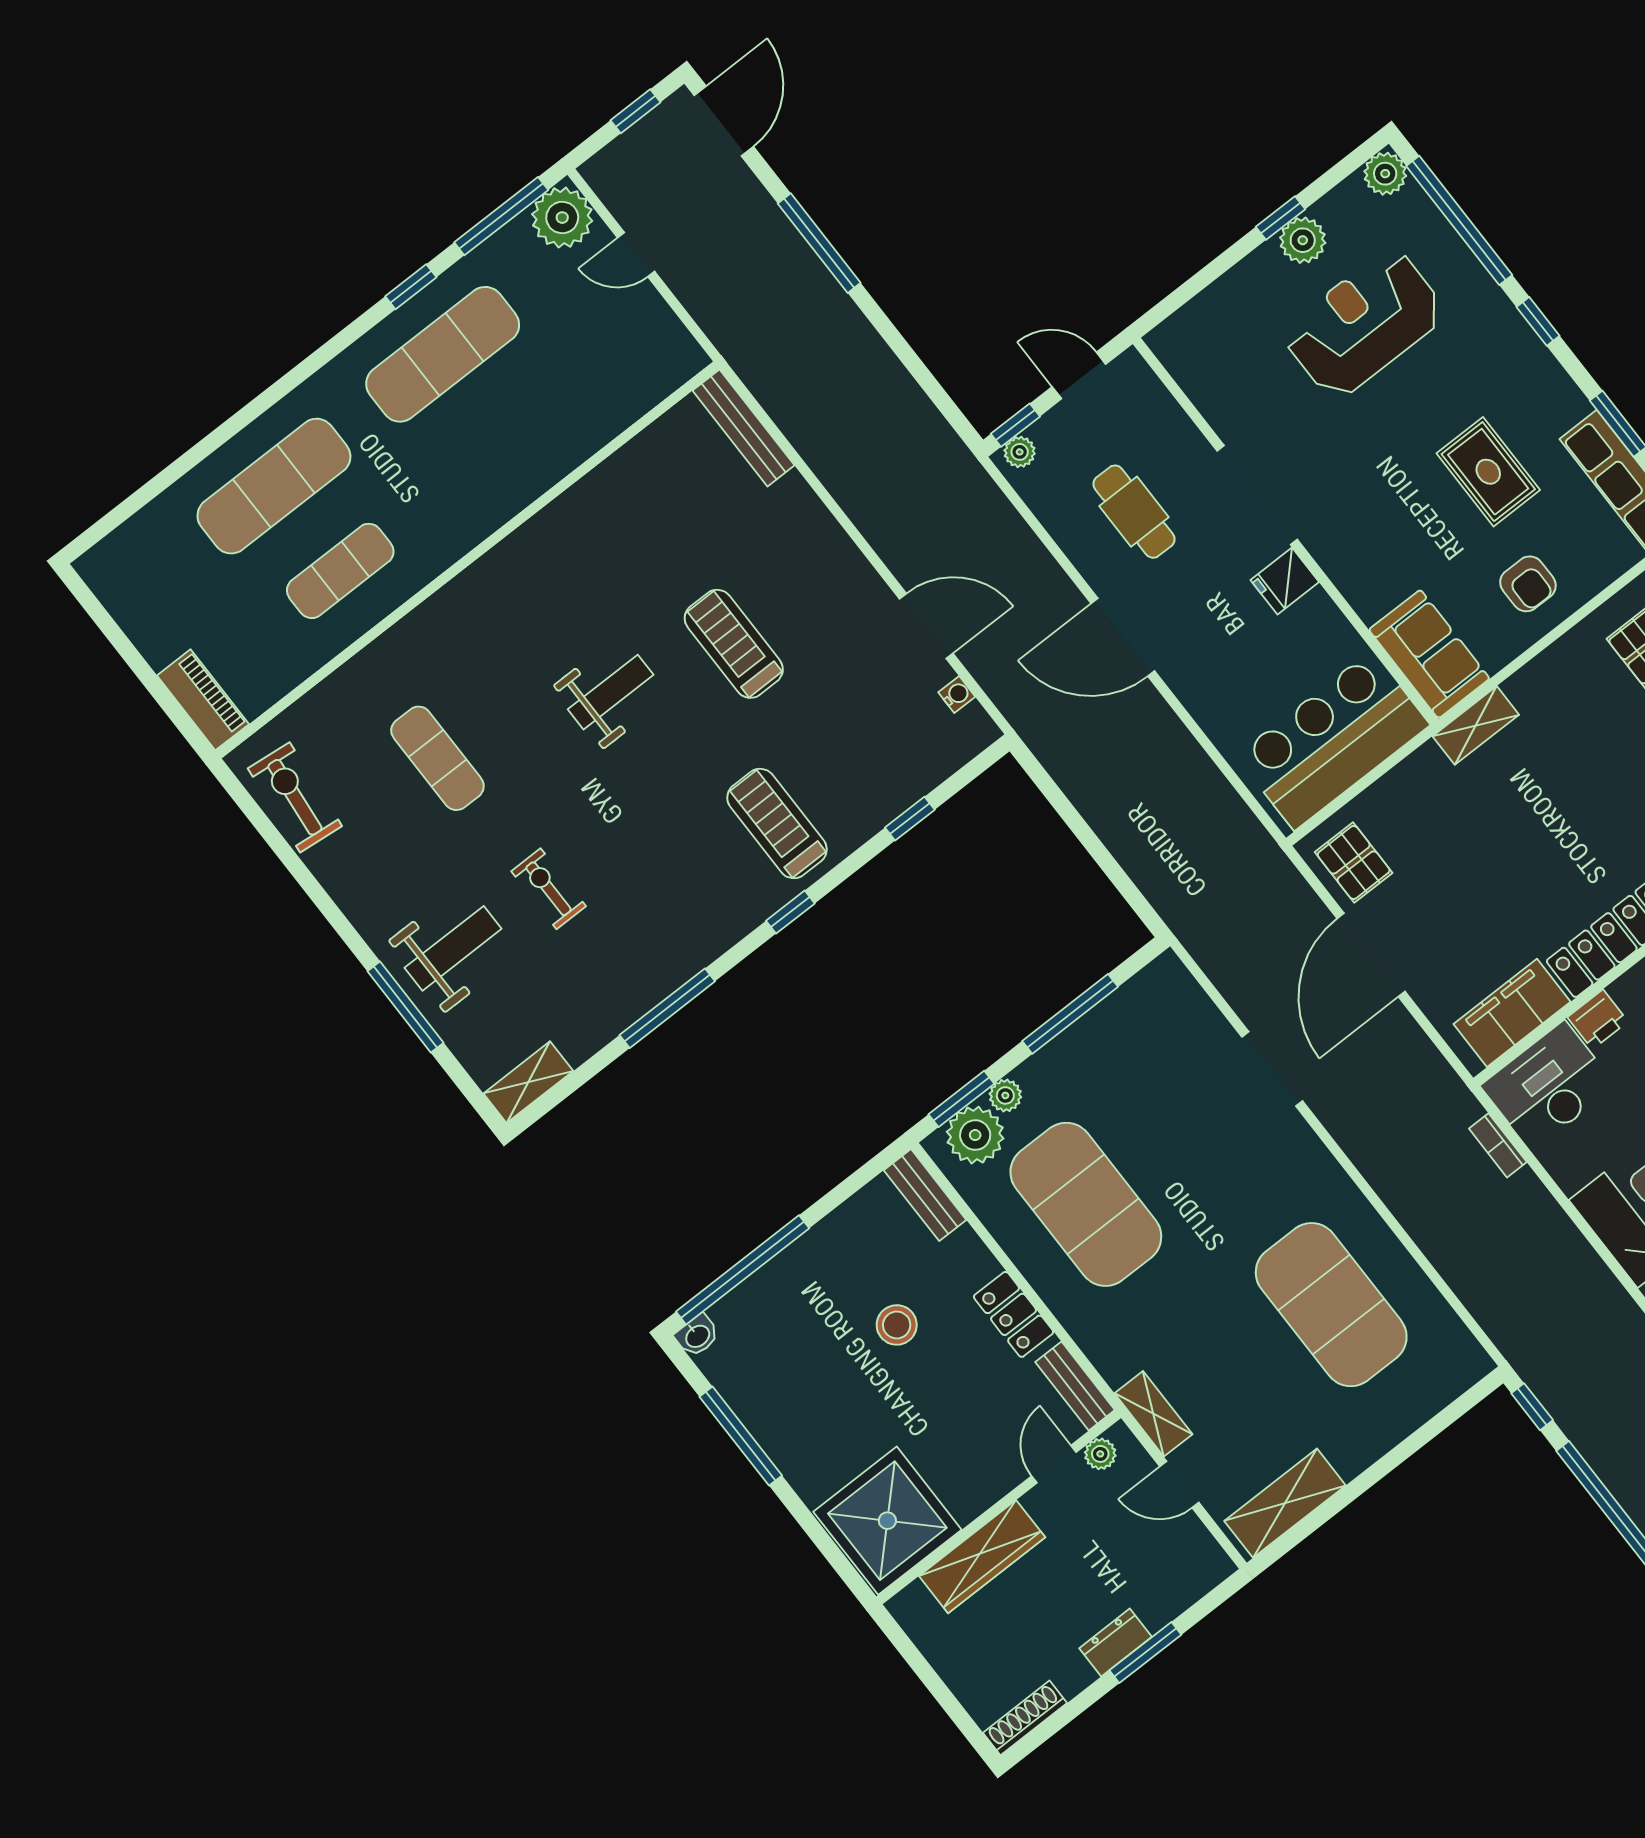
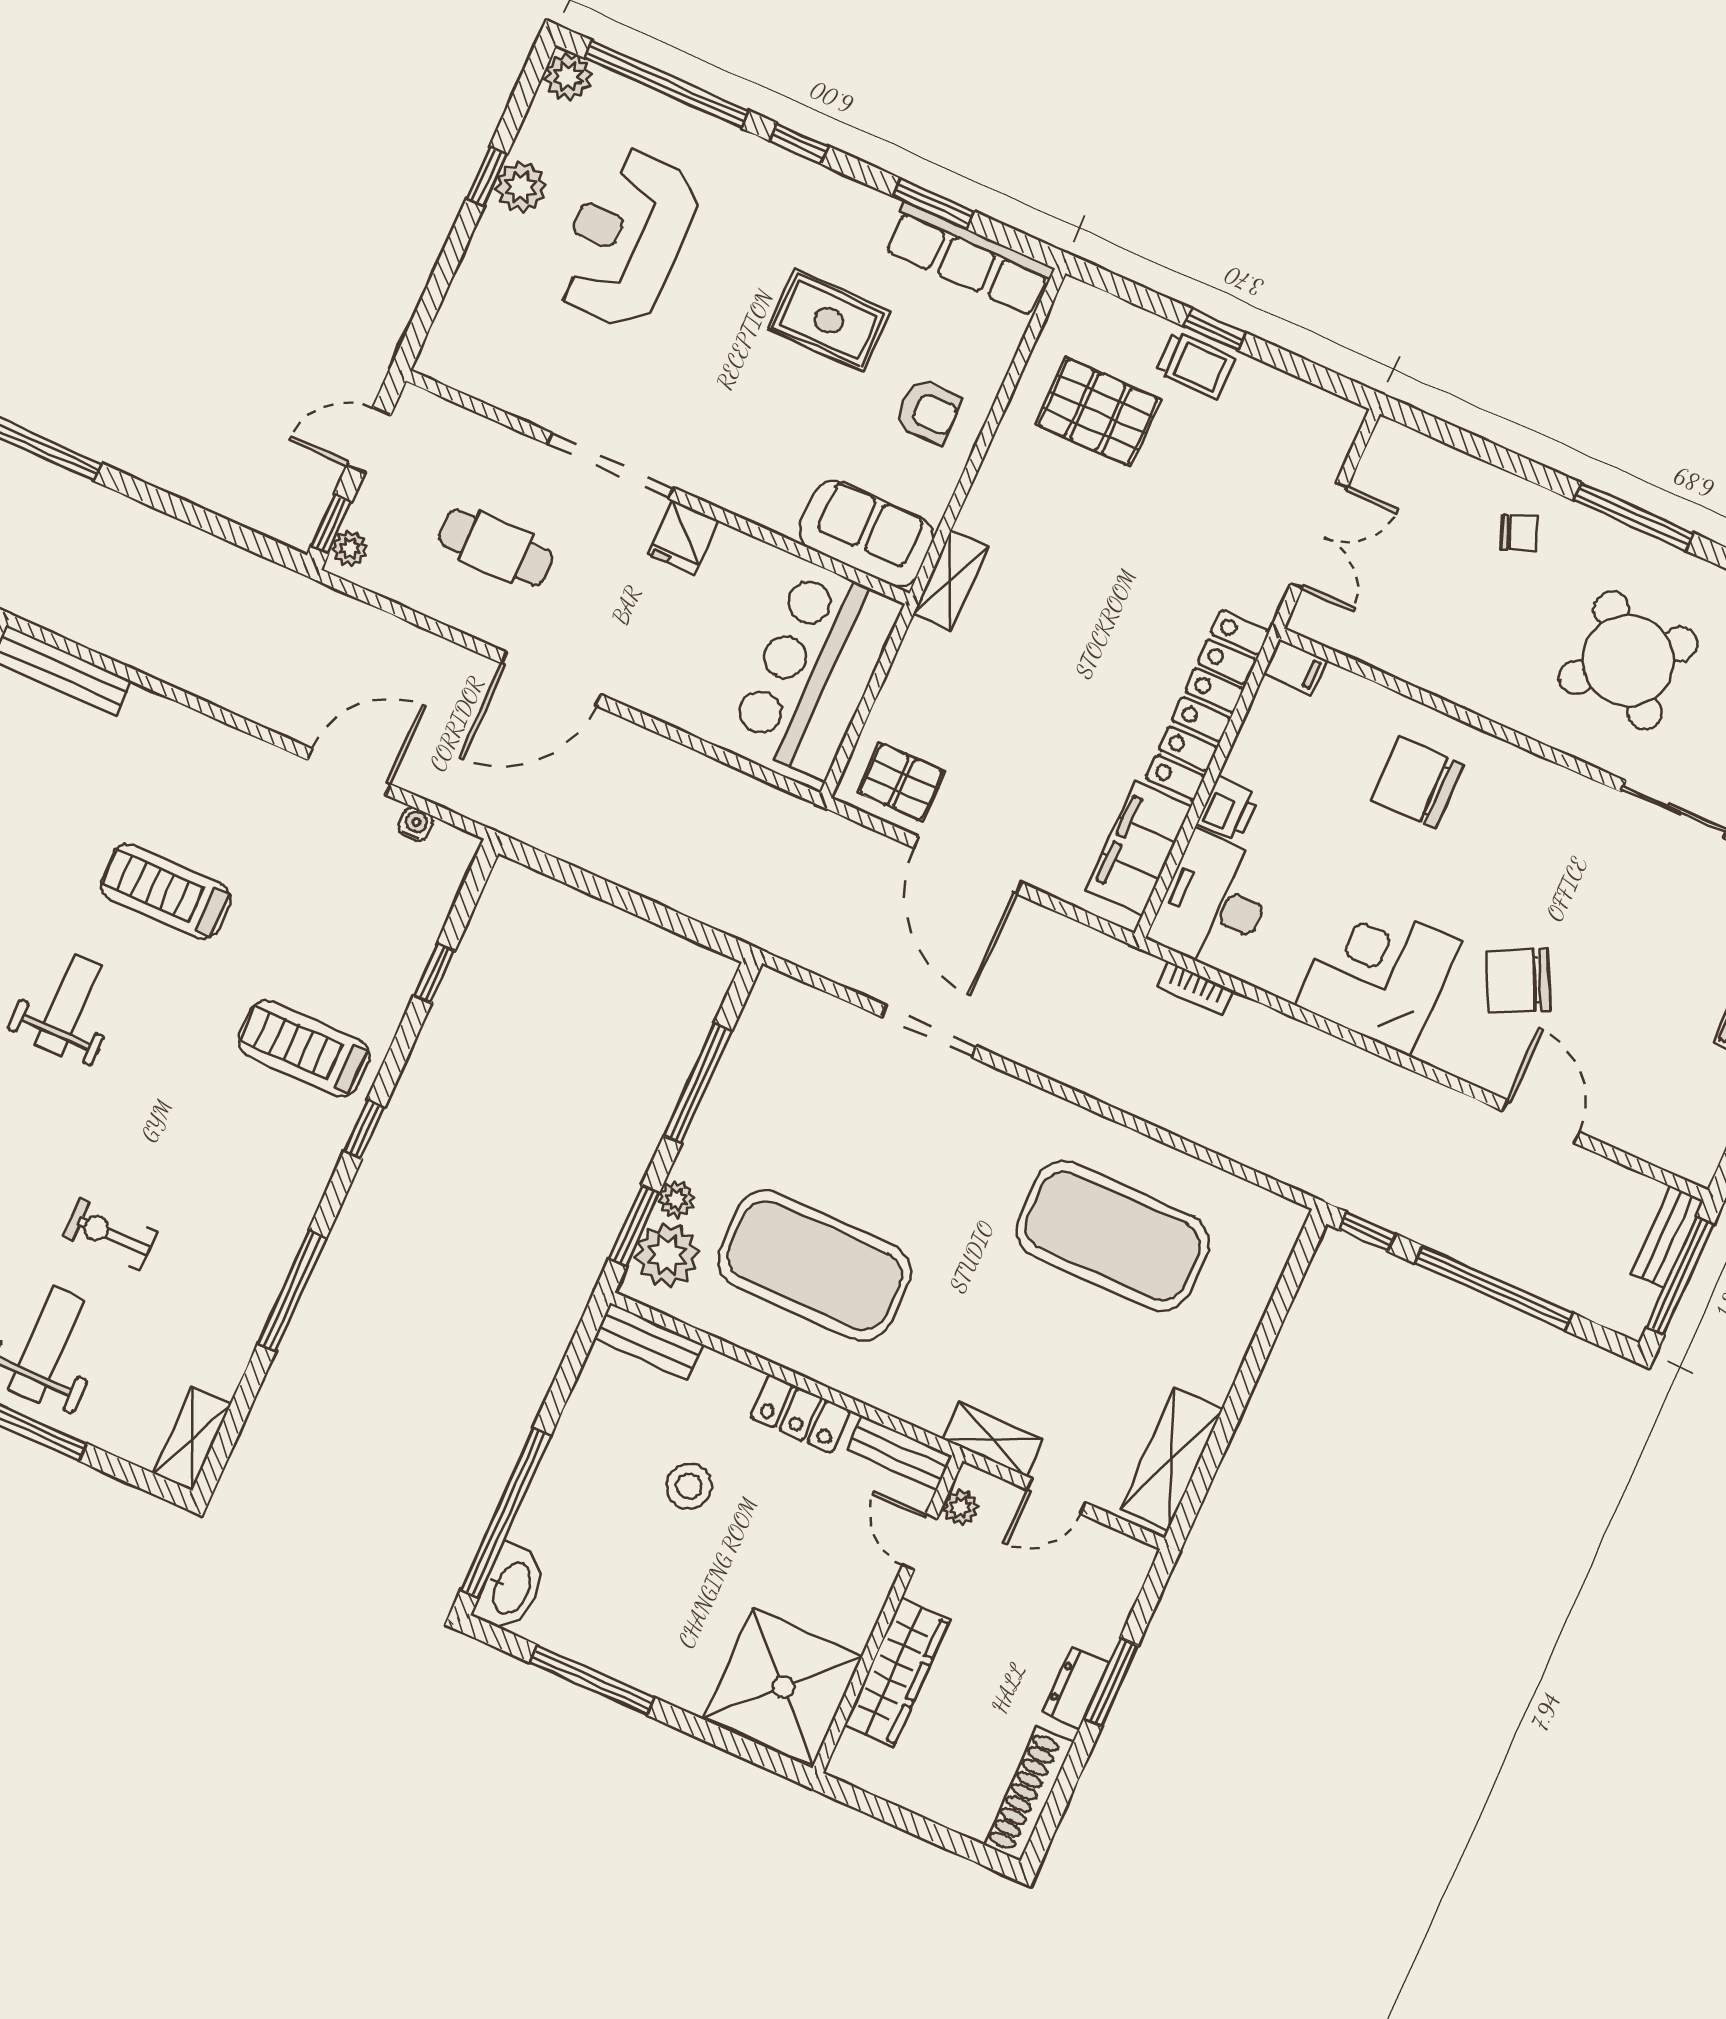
washbasin: (697, 1336) -> (511, 1588), width x1.91, depth x1.45
shoe rack: (1025, 1718) -> (1029, 1794), width x1.36, depth x1.24

